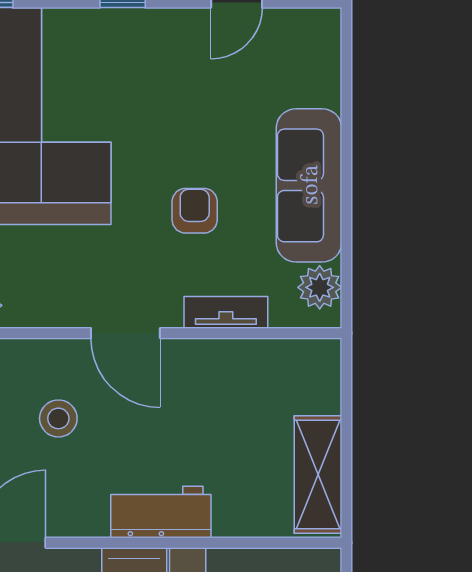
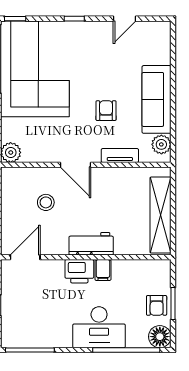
shelving: (318, 474) -> (161, 215), width x1.47

